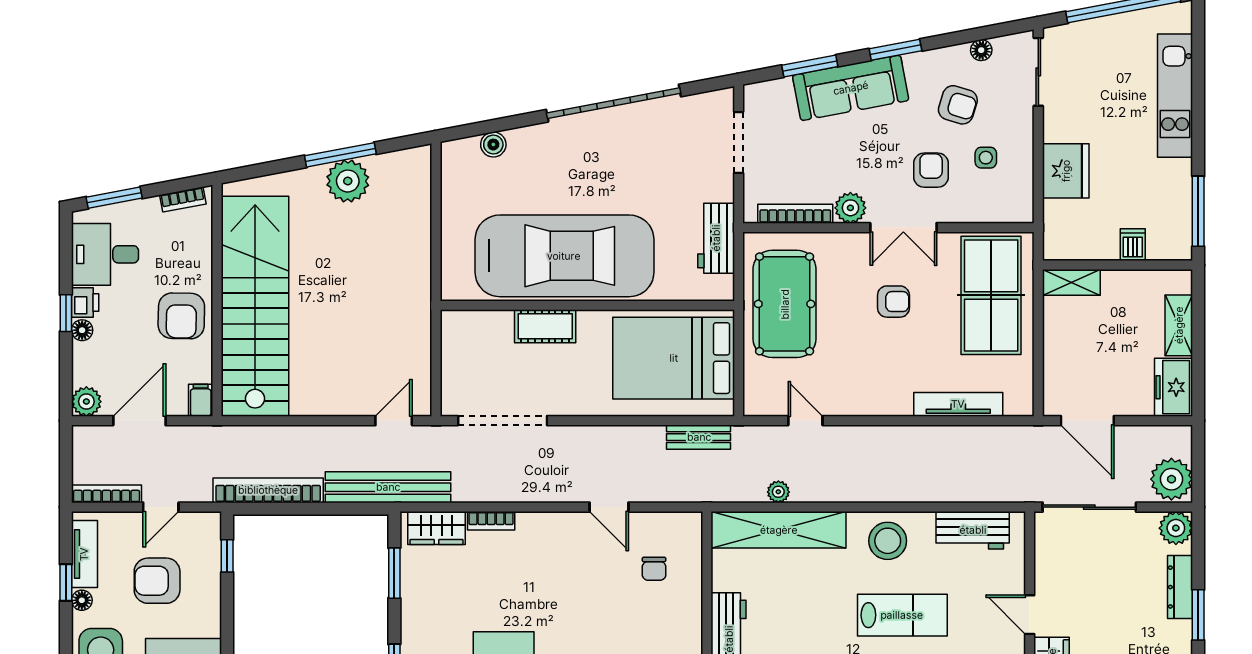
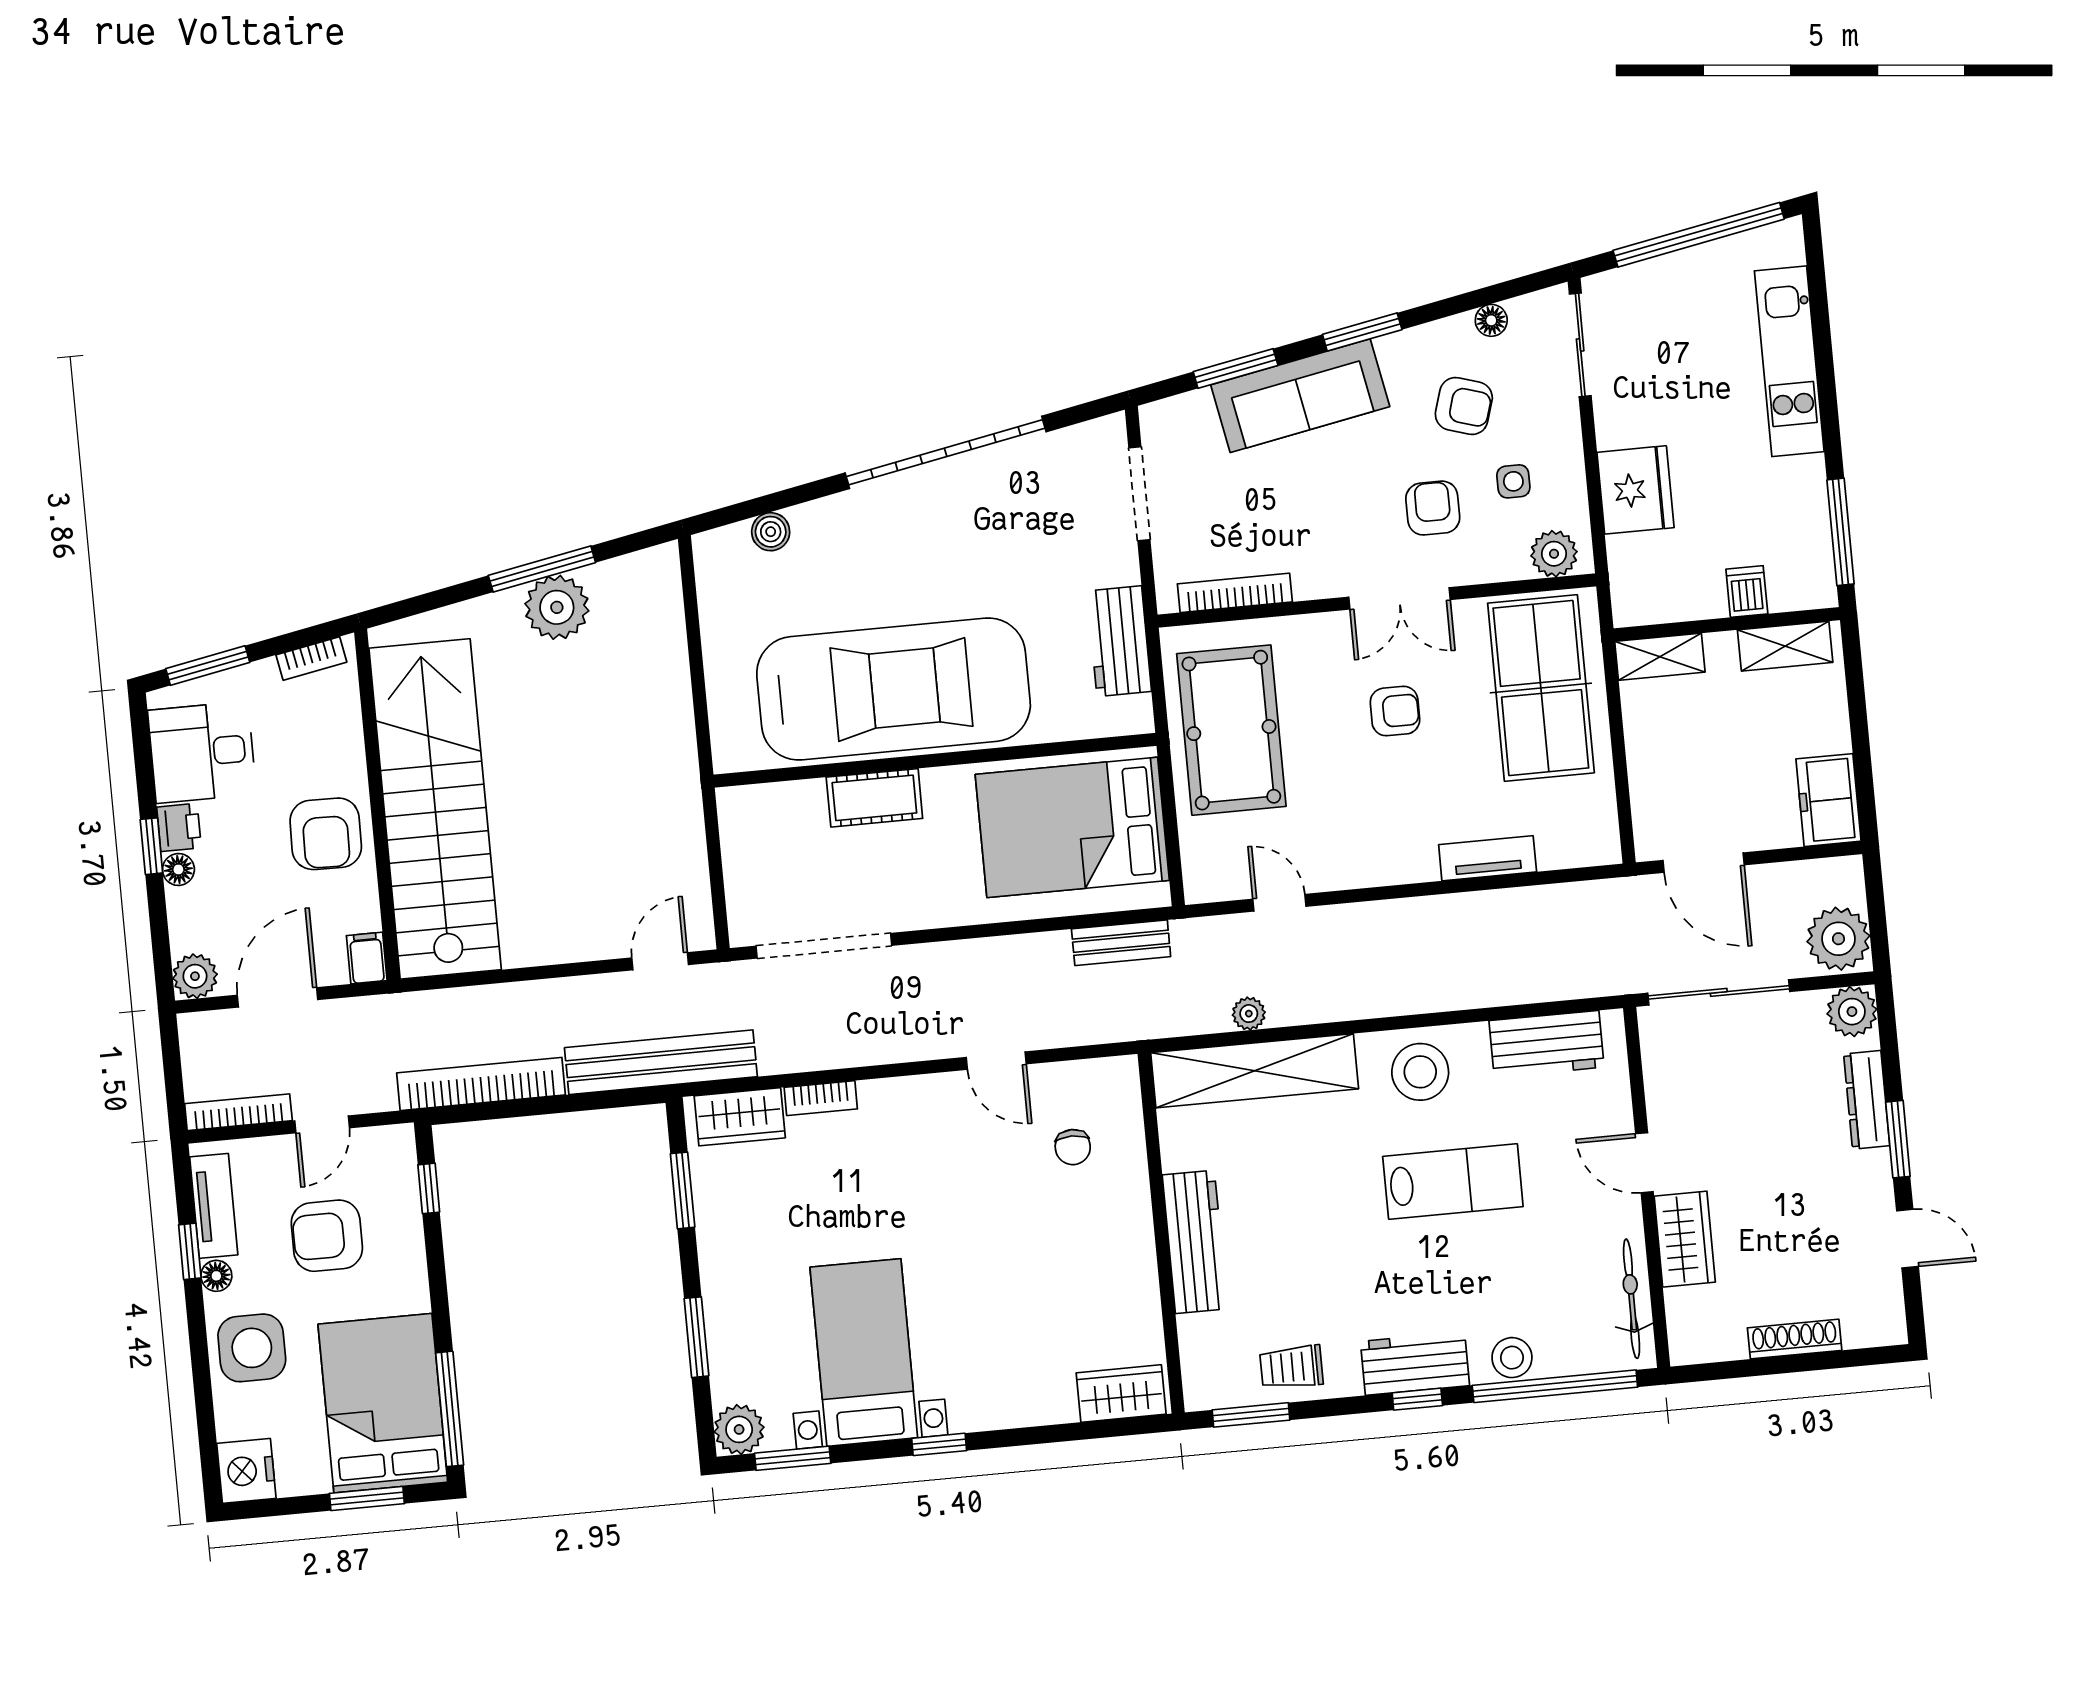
plant: (850, 208) -> (1554, 554), moved
shelving: (1179, 325) -> (1785, 646), moved, turned 90
tv unit: (958, 404) -> (1488, 858), width x0.71

